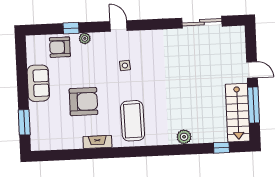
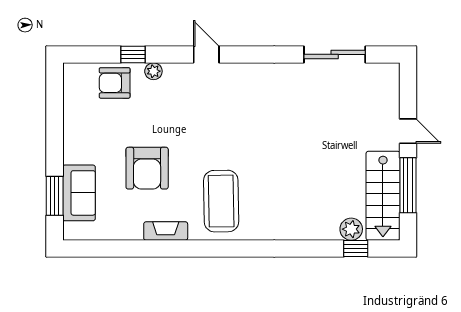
side table: (125, 65) -> (213, 116), removed
sofa: (38, 83) -> (79, 193), moved
armchair: (83, 102) -> (147, 168), turned 90
plant: (184, 137) -> (351, 229), moved

